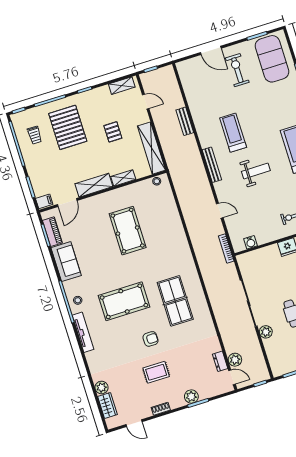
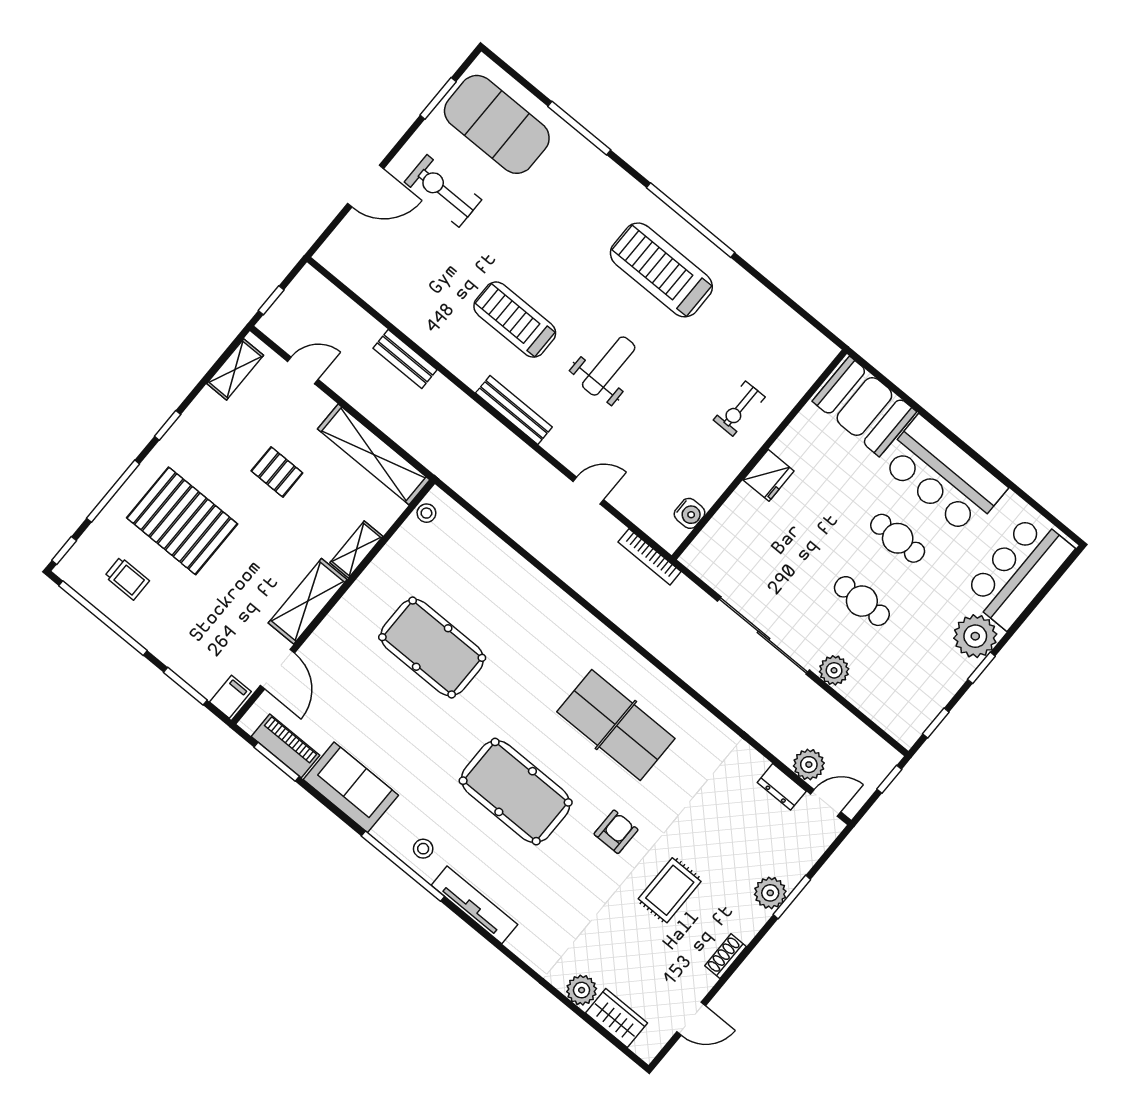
pool table: (124, 301) -> (516, 792), turned 90

